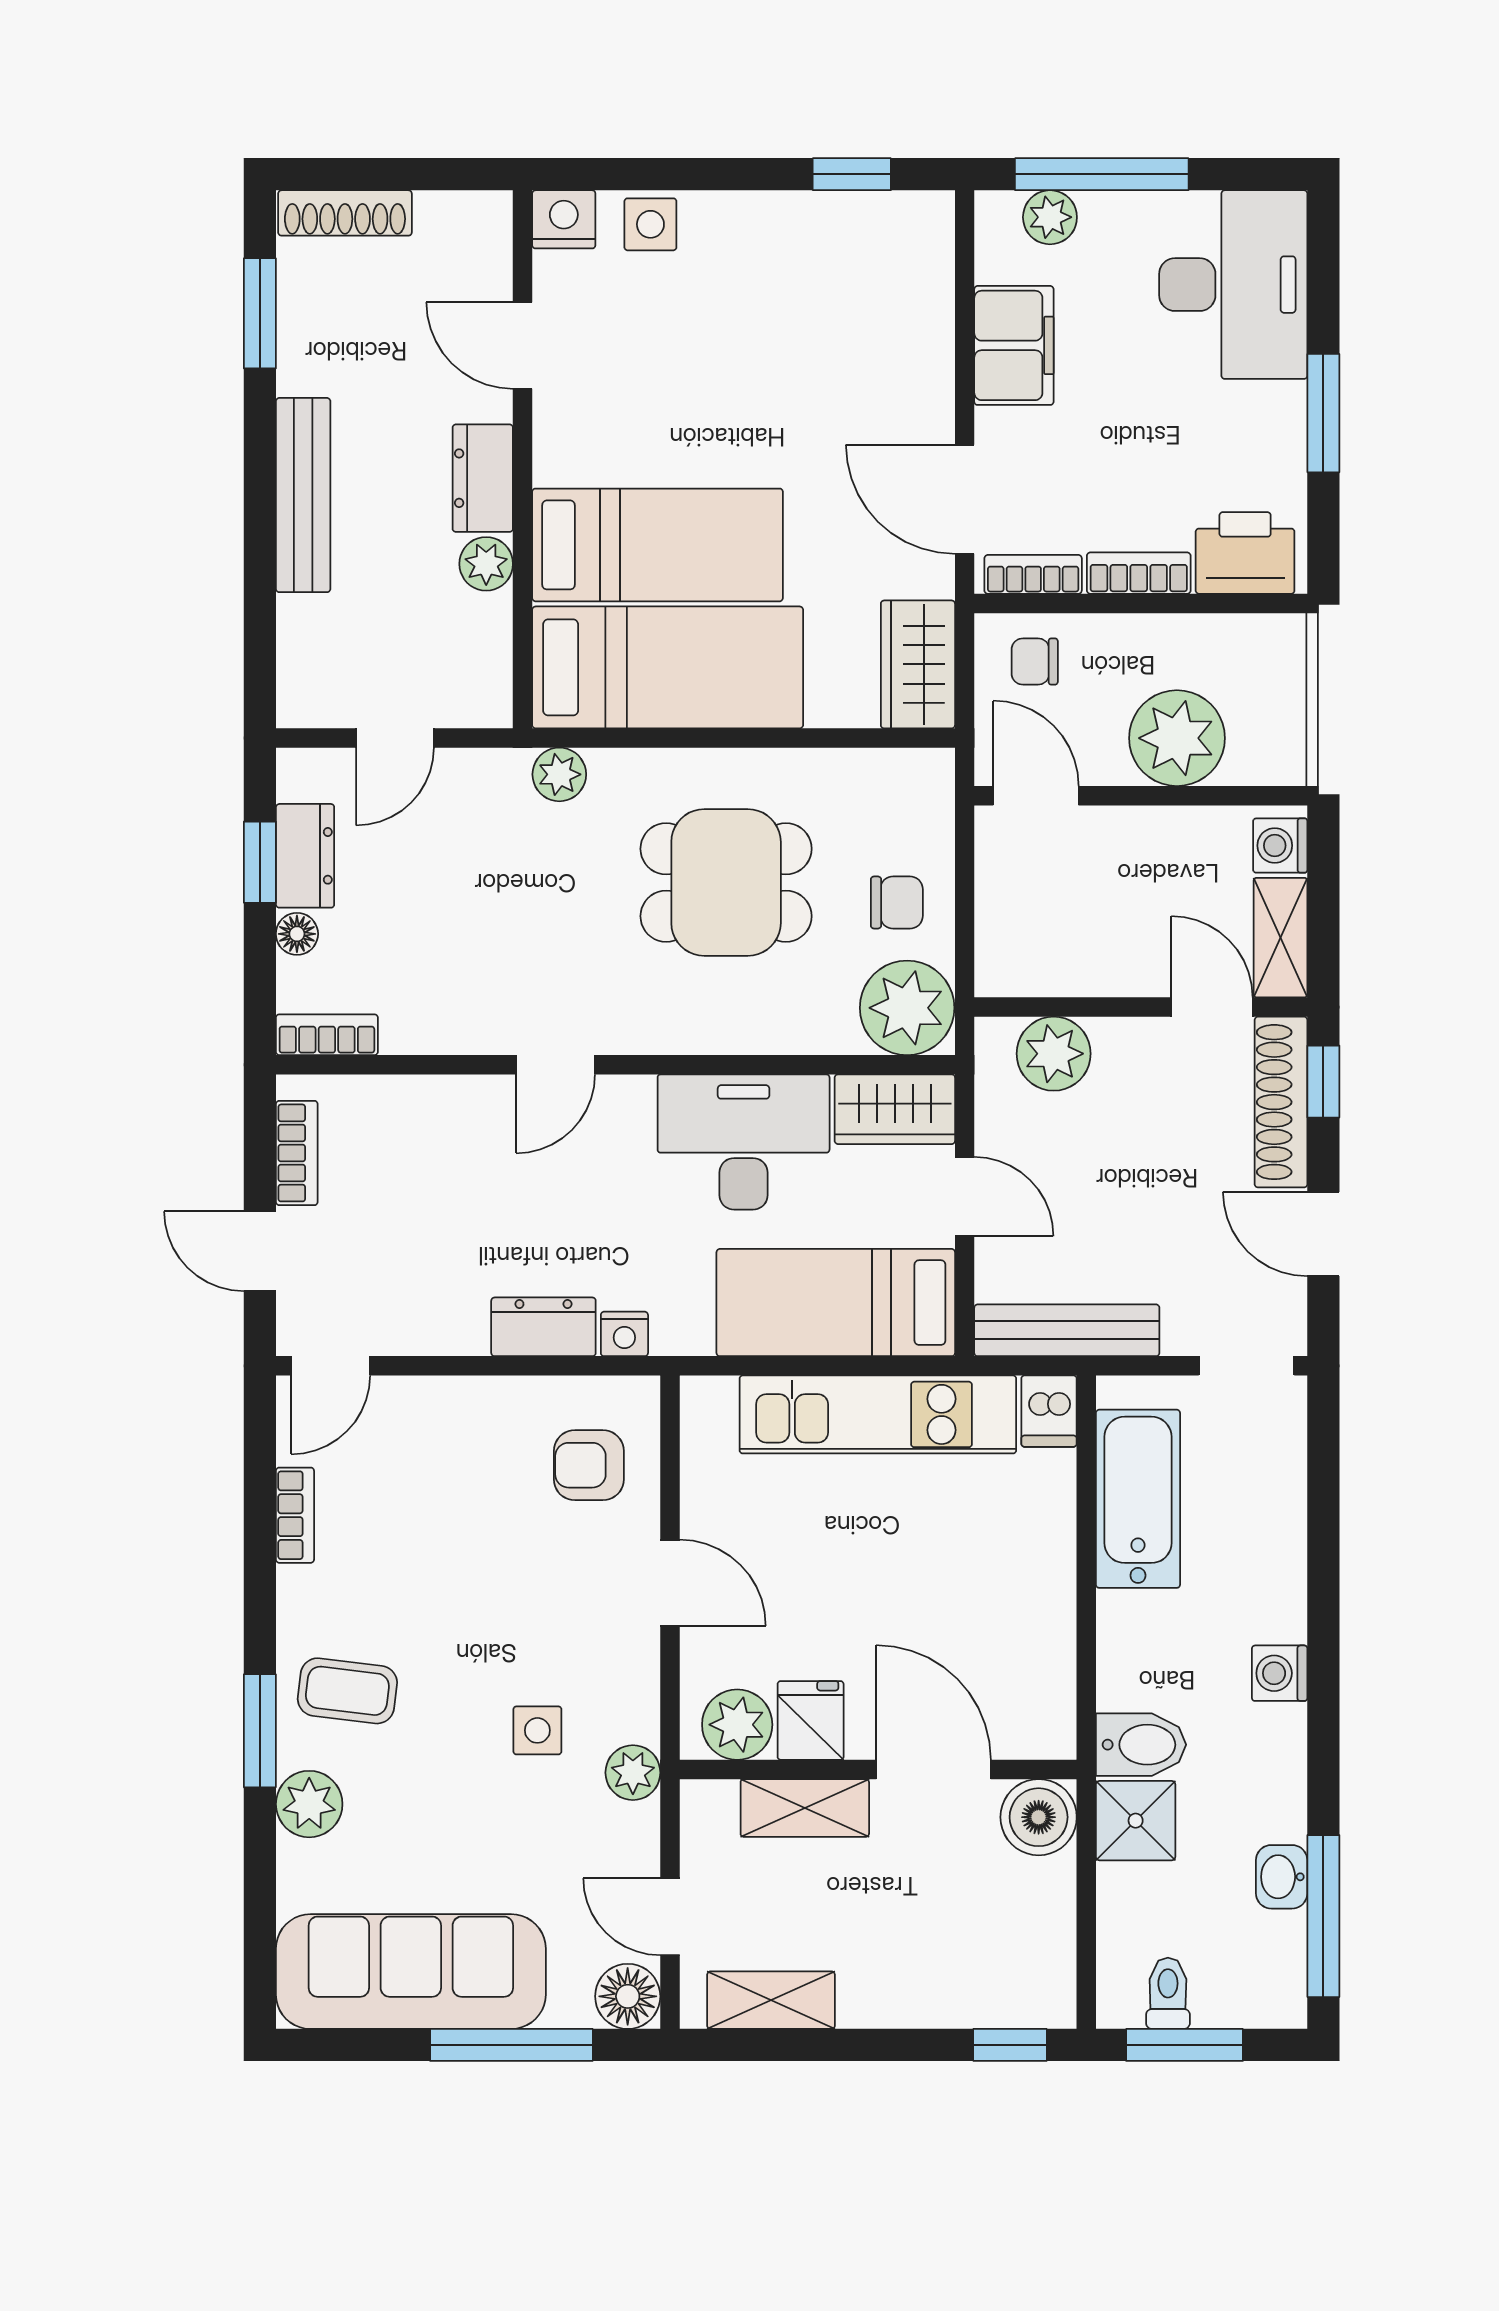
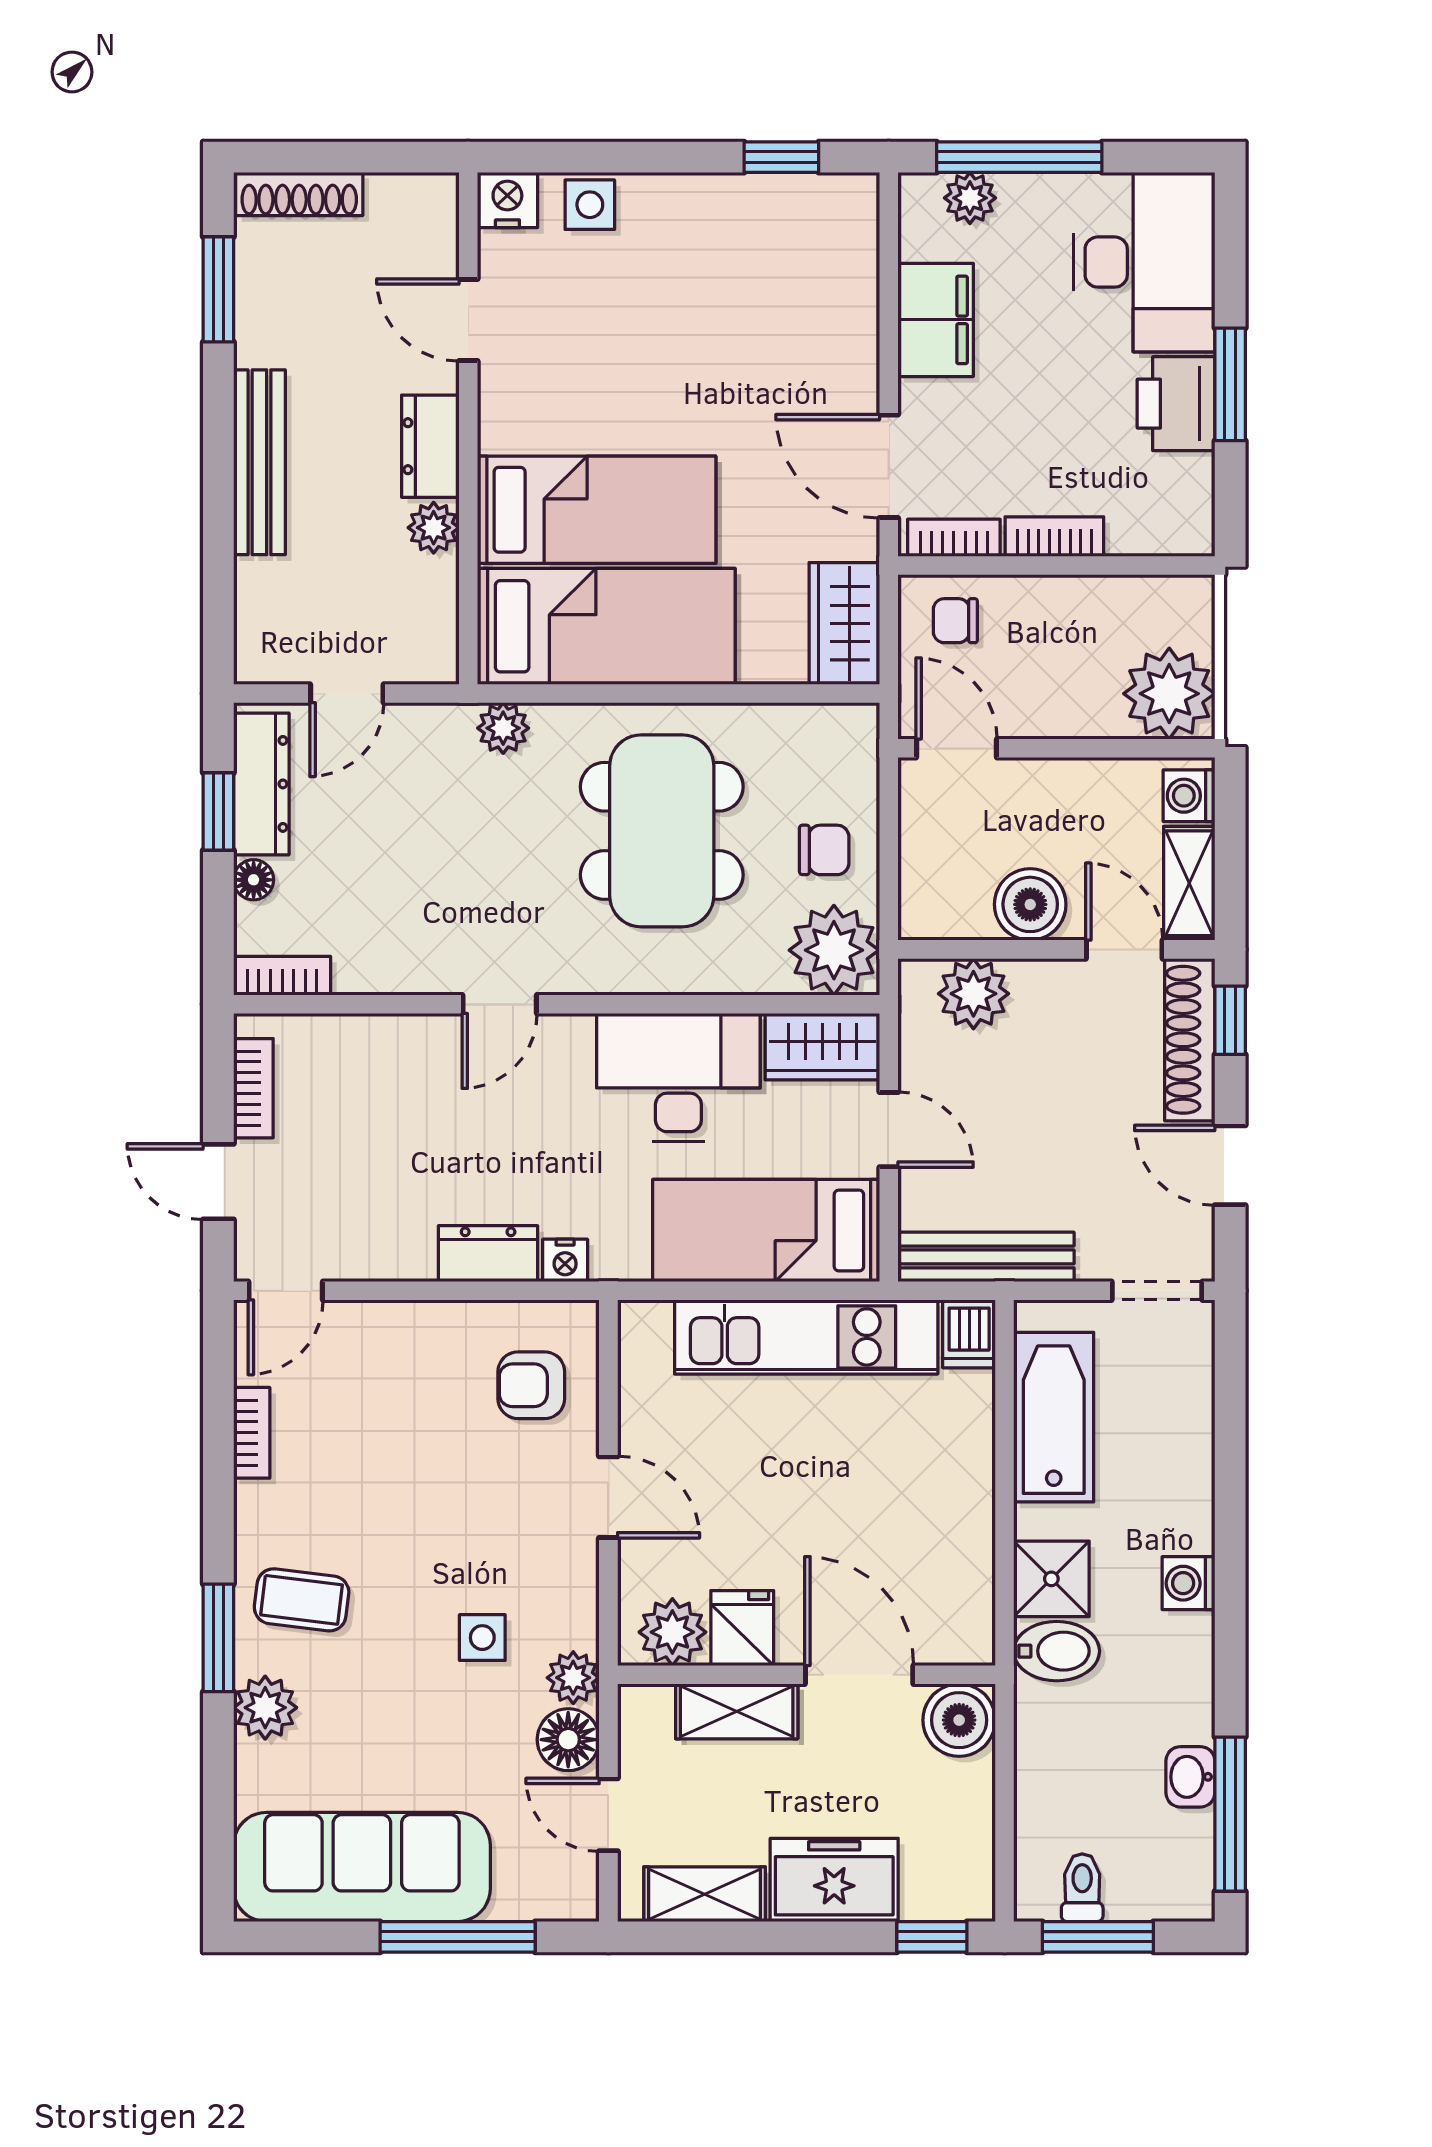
printer: (1245, 553) -> (1176, 404), moved, turned -90
plant: (1177, 738) -> (1169, 694), moved
dresser: (305, 856) -> (261, 784), width x1.44
dining table: (726, 882) -> (662, 831), width x1.37
boiler: (1113, 960) -> (1030, 904), added
shower: (1136, 1821) -> (1051, 1579), moved
freezer: (907, 1985) -> (834, 1880), added
floor lamp: (628, 1996) -> (568, 1740), moved

